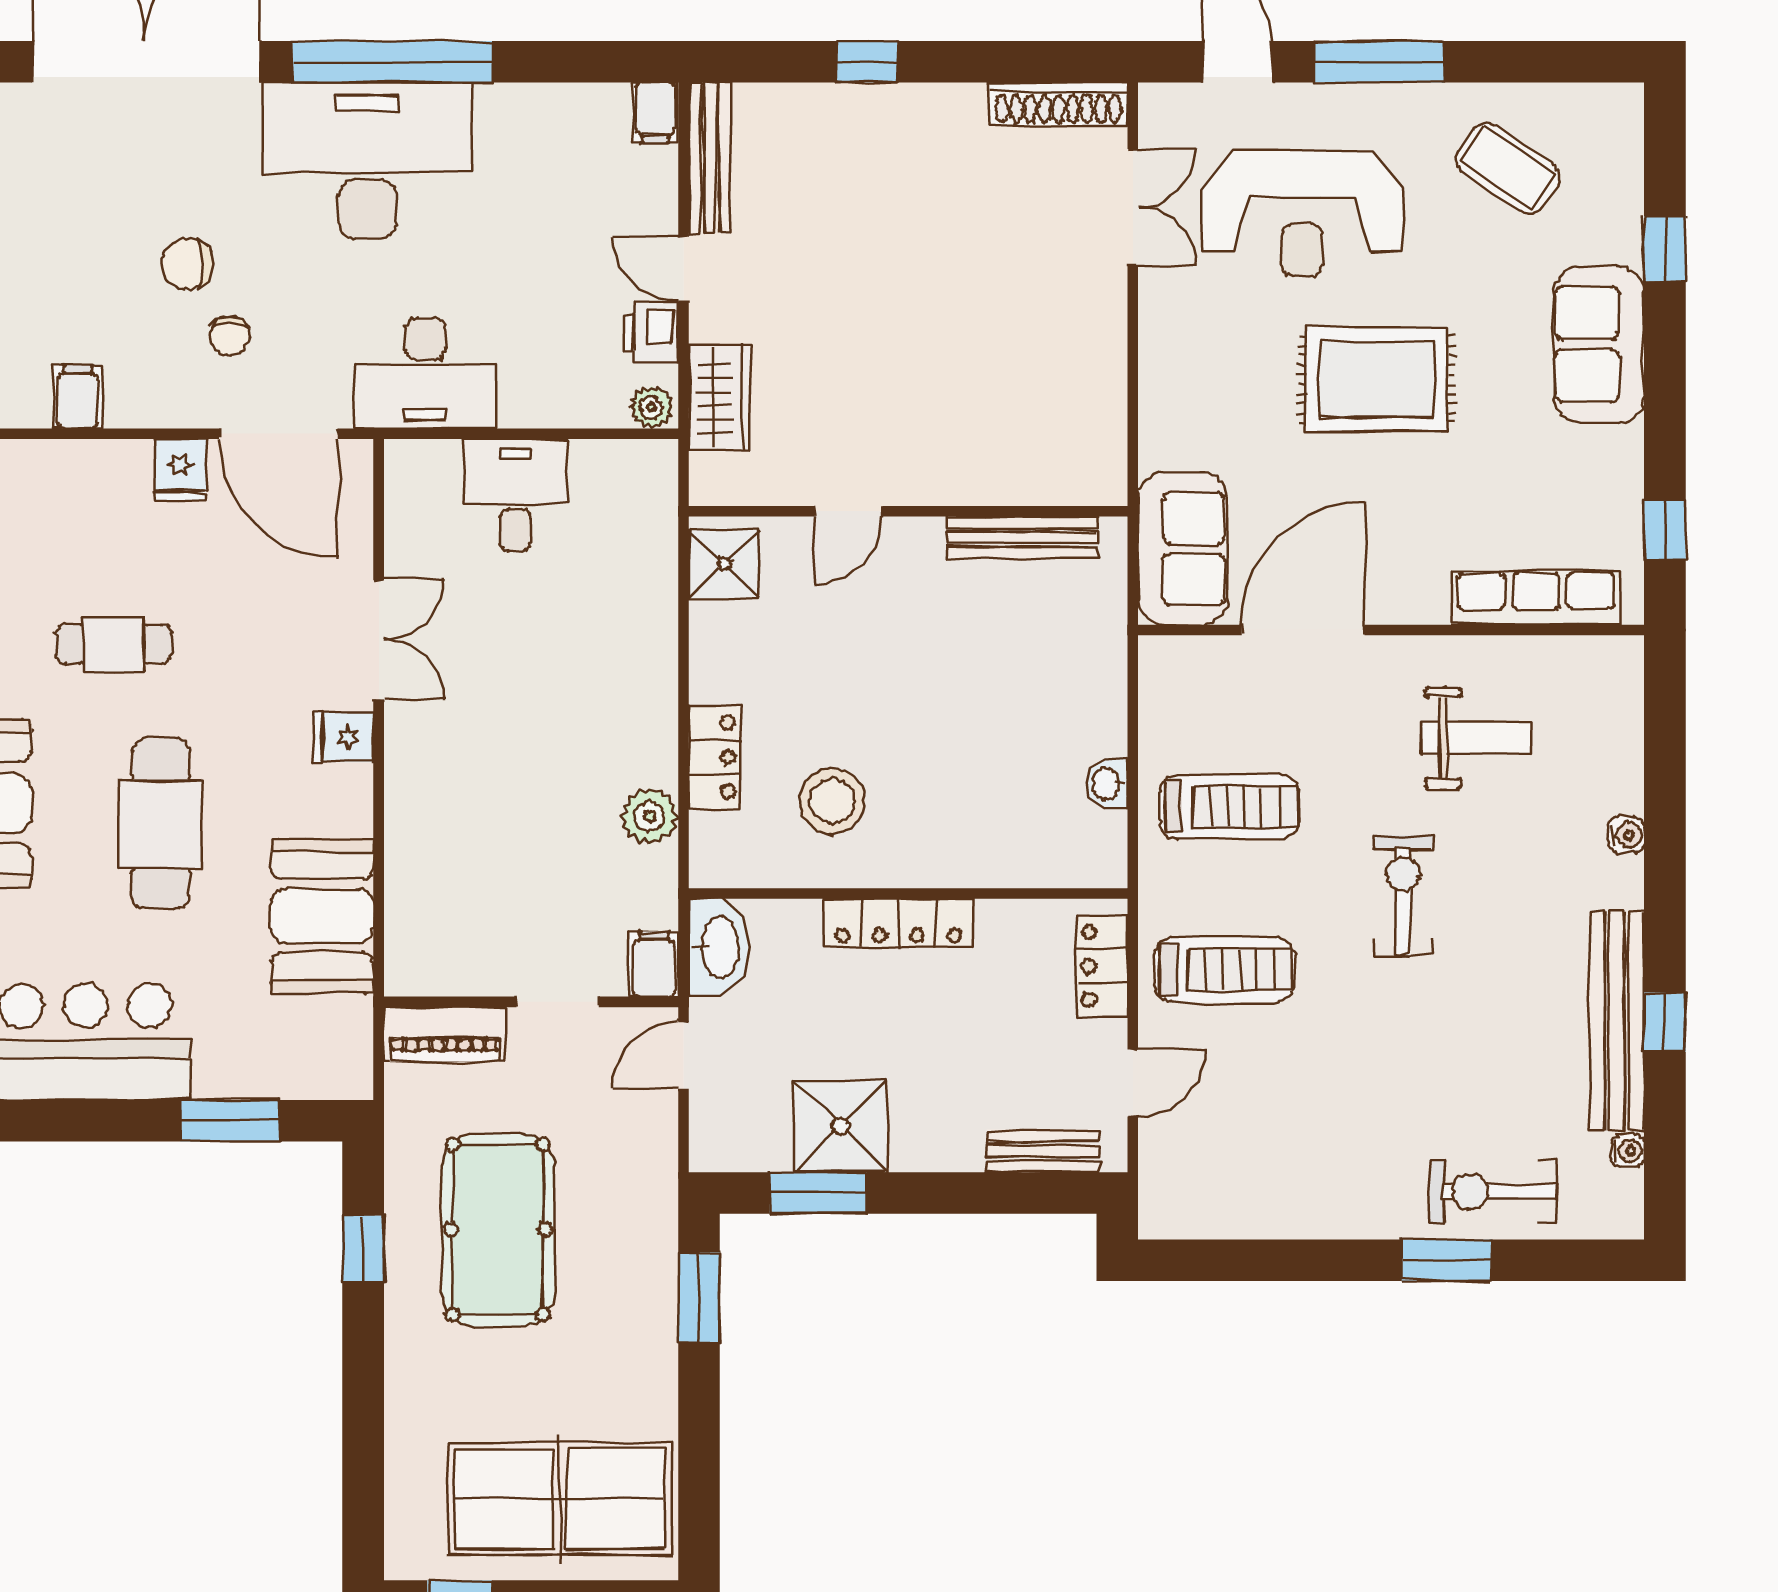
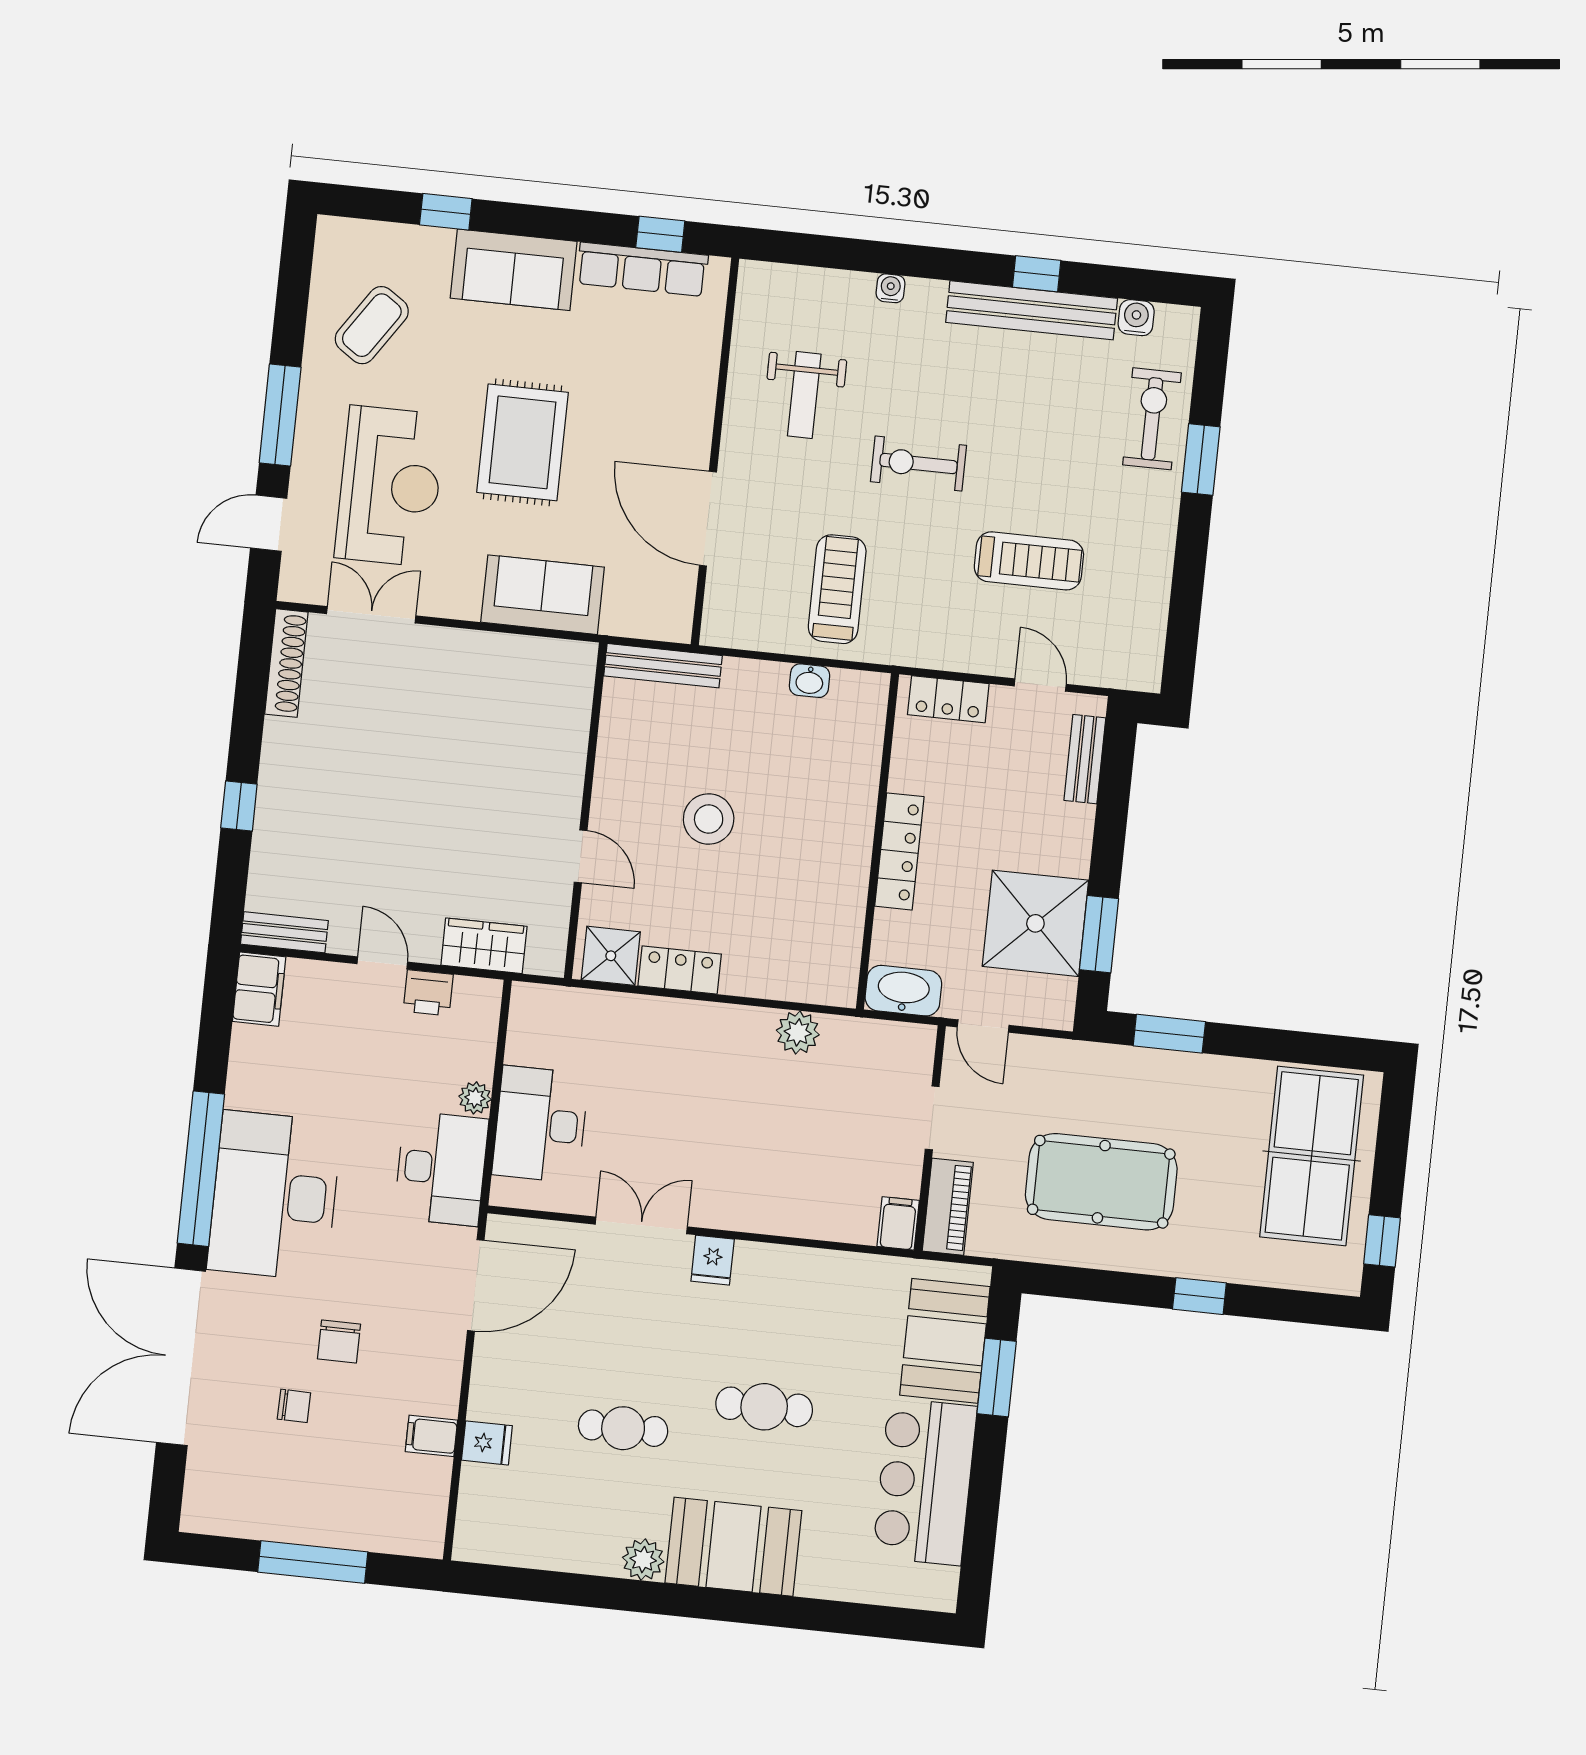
filing cabinet: (656, 113) -> (259, 989), width x2.00
bench: (710, 158) -> (284, 932), width x0.73
door: (683, 269) -> (382, 963), swing flipped
chair: (230, 336) -> (294, 1406), moved
plant: (652, 407) -> (475, 1098), moved
fridge: (180, 470) -> (487, 1443), moved
desk: (515, 495) -> (540, 1124), width x1.37
bench: (1022, 537) -> (663, 666), moved, turned 90
sofa: (1182, 548) -> (543, 595), moved
row of seats: (1536, 598) -> (642, 269), moved, turned -90
cafe table: (114, 644) -> (623, 1428), turned 90
weight bench: (1476, 738) -> (804, 395), turned 180
locker: (715, 757) -> (680, 970), moved
stool: (832, 801) -> (709, 819), moved
cafe table: (161, 824) -> (764, 1407), width x0.73, depth x0.74
booth: (322, 916) -> (945, 1341), moved, turned 90
filing cabinet: (654, 964) -> (898, 1223), moved, turned 90
treadmill: (1224, 970) -> (1029, 561), moved, turned 90
shower: (841, 1126) -> (1035, 923), width x1.37, depth x1.37
water cooler: (1628, 1151) -> (1136, 318), width x1.38, depth x1.38
exercise bike: (1493, 1191) -> (1152, 419), turned 180
window: (363, 1249) -> (1199, 1296), moved

